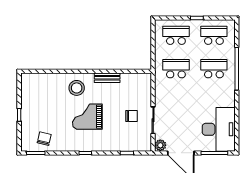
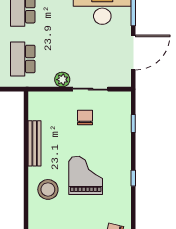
bench: (107, 78) -> (35, 143), width x1.36
grand piano: (87, 117) -> (86, 175), turned 180
plant: (160, 145) -> (62, 80), moved

